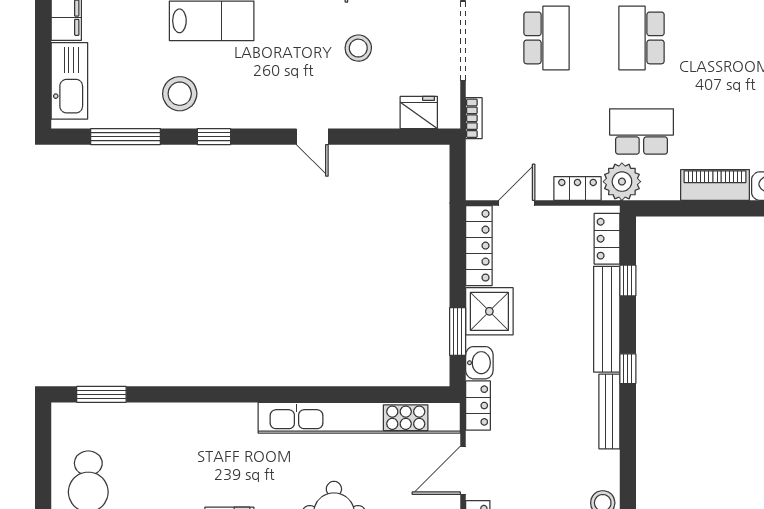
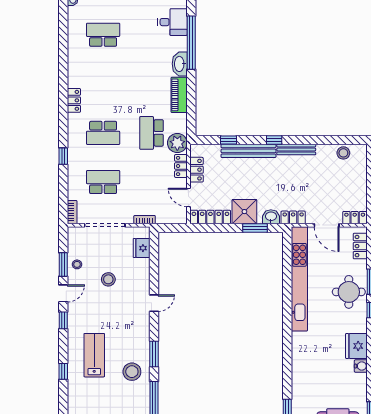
window: (214, 137) -> (154, 354), width x1.50
locker: (607, 239) -> (196, 170), moved, turned -90

